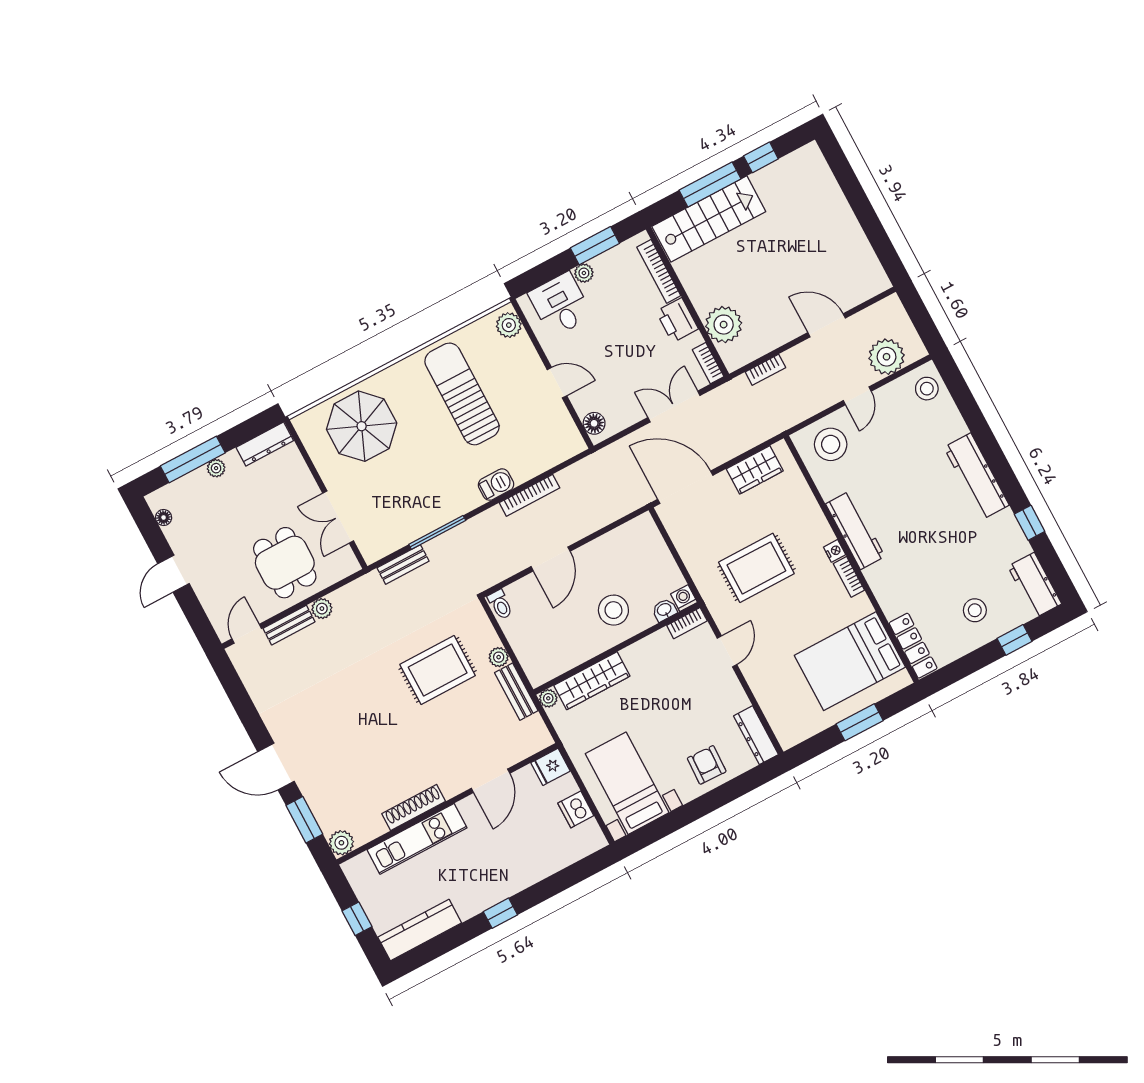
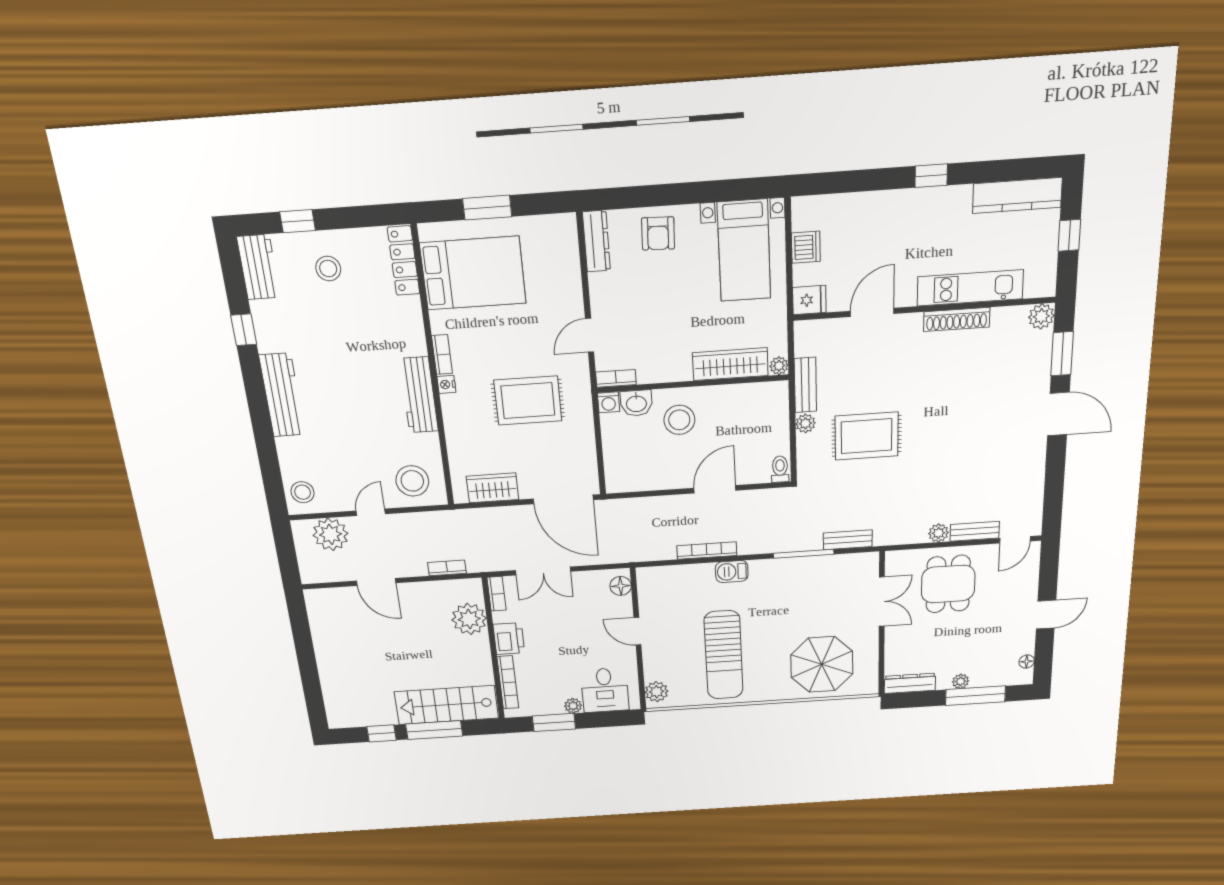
washbasin: (664, 610) -> (636, 403), width x1.38, depth x1.45

